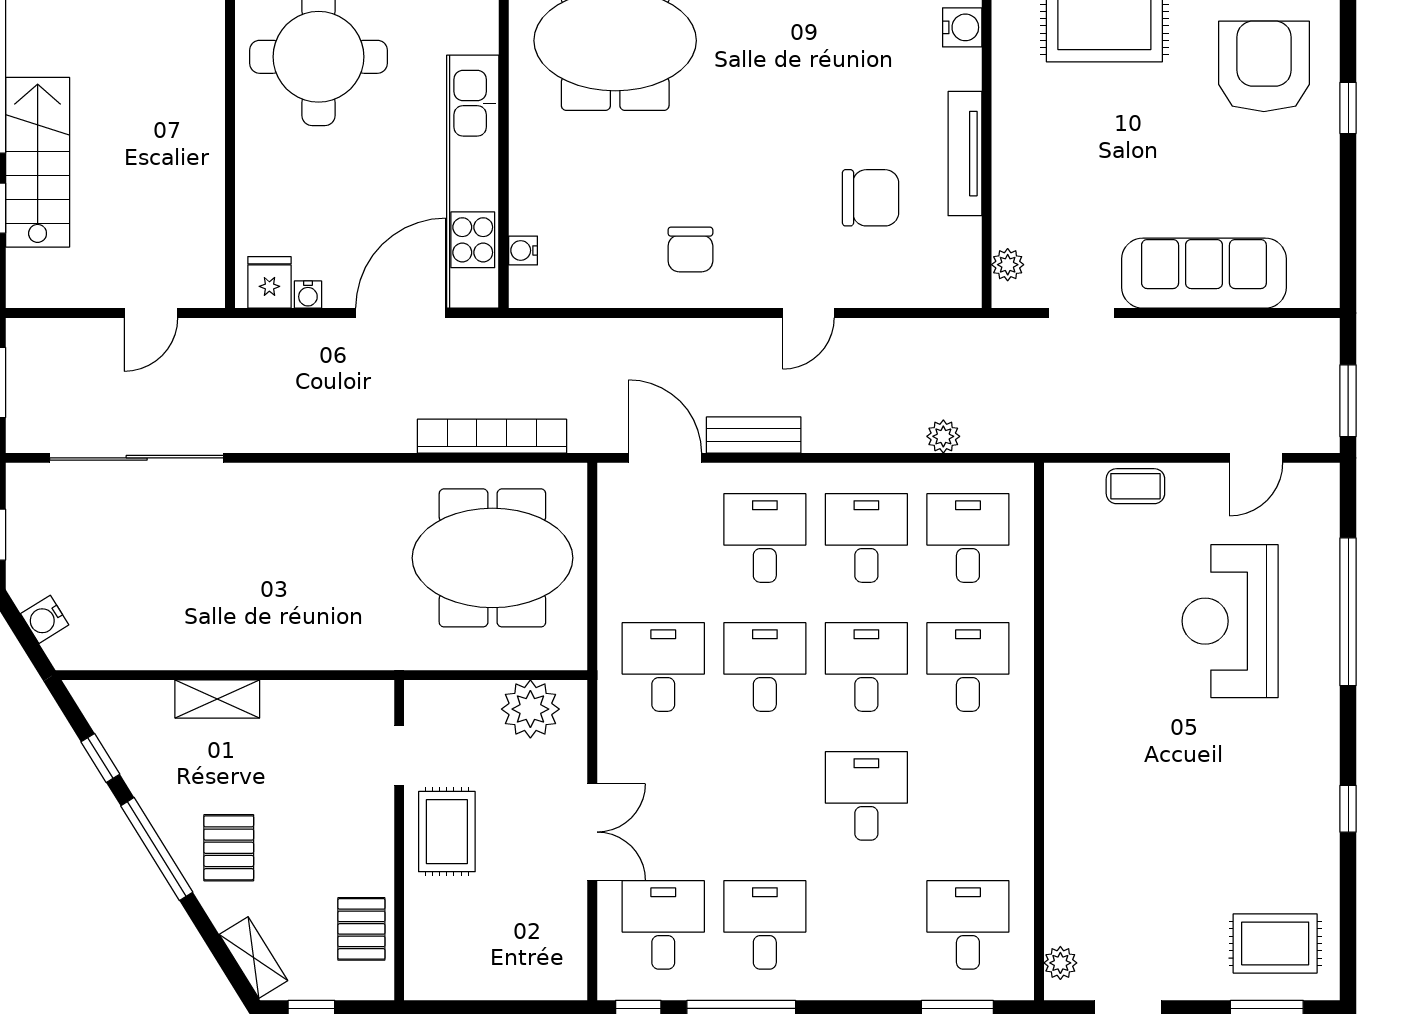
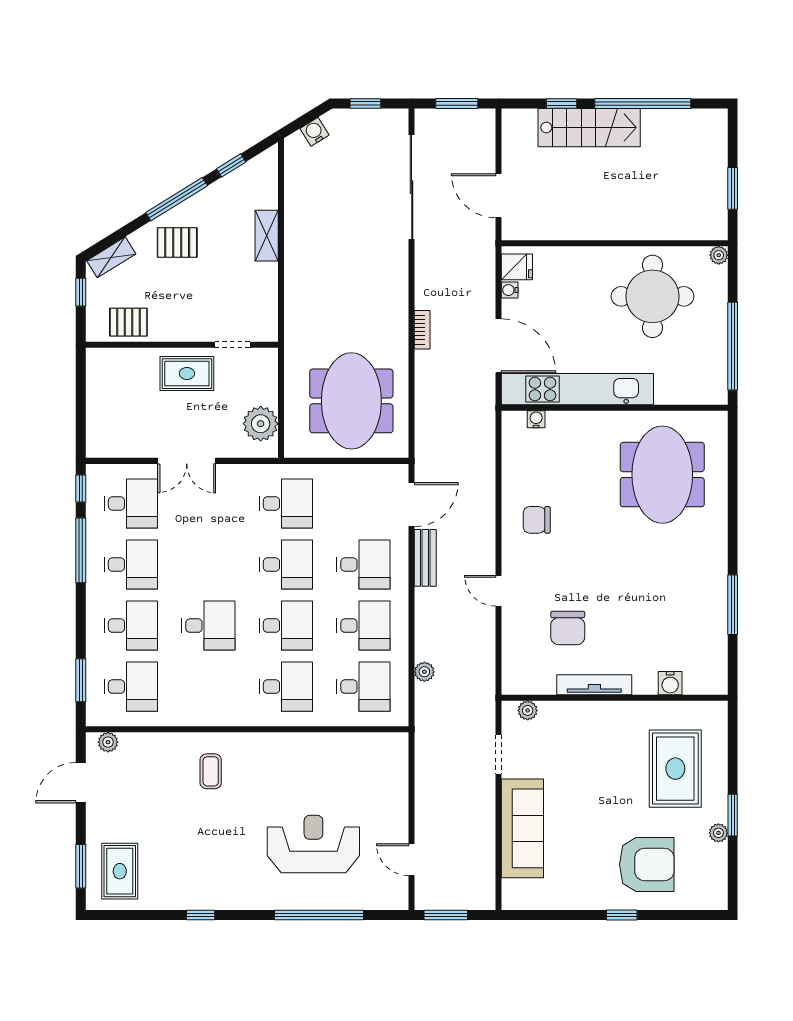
door: (151, 313) -> (499, 196), width x1.38
bookcase: (492, 436) -> (422, 330), moved, width x0.43, depth x0.76
coffee table: (1135, 486) -> (211, 771), moved
desk: (866, 925) -> (131, 626), added

